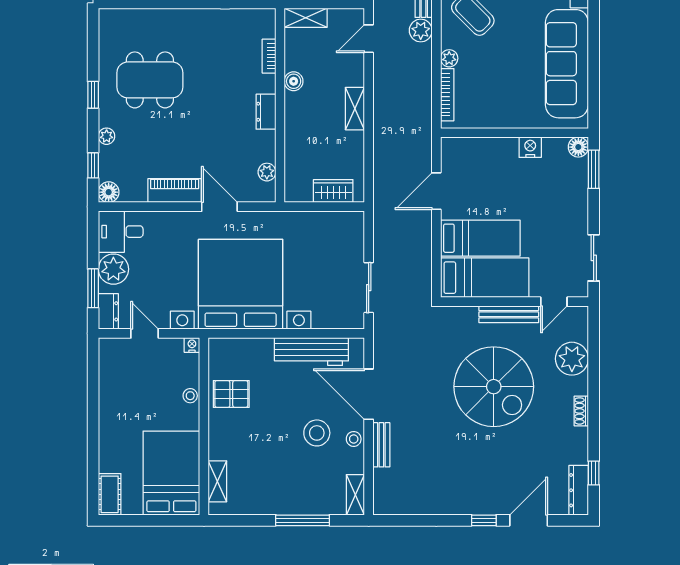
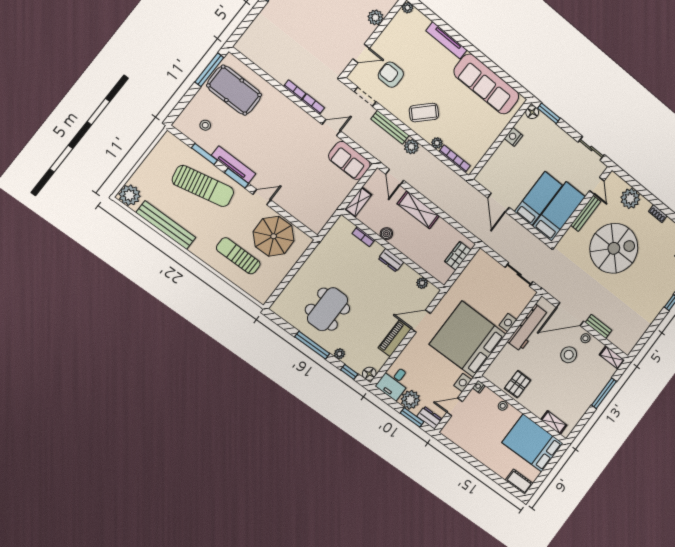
window: (93, 95) -> (312, 345), width x2.17
shelving: (355, 109) -> (418, 210), width x1.50, depth x1.33

